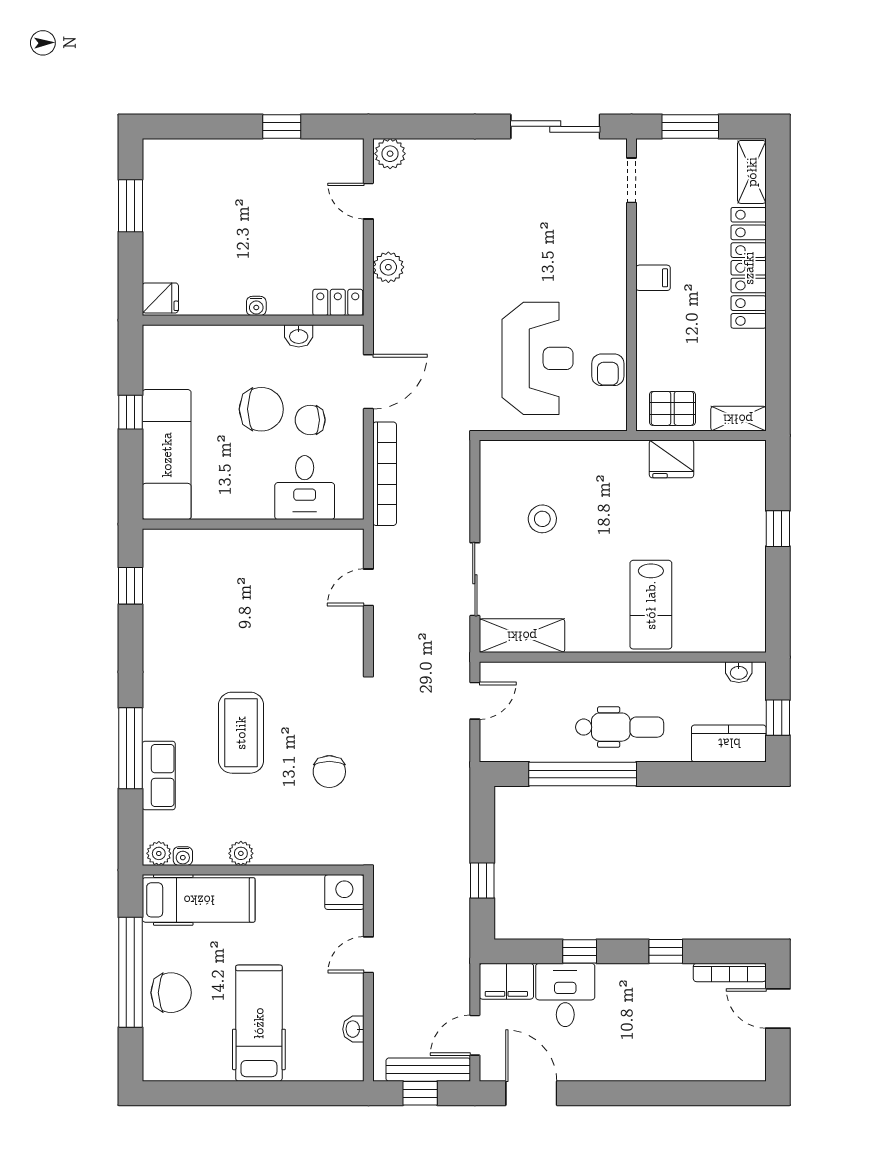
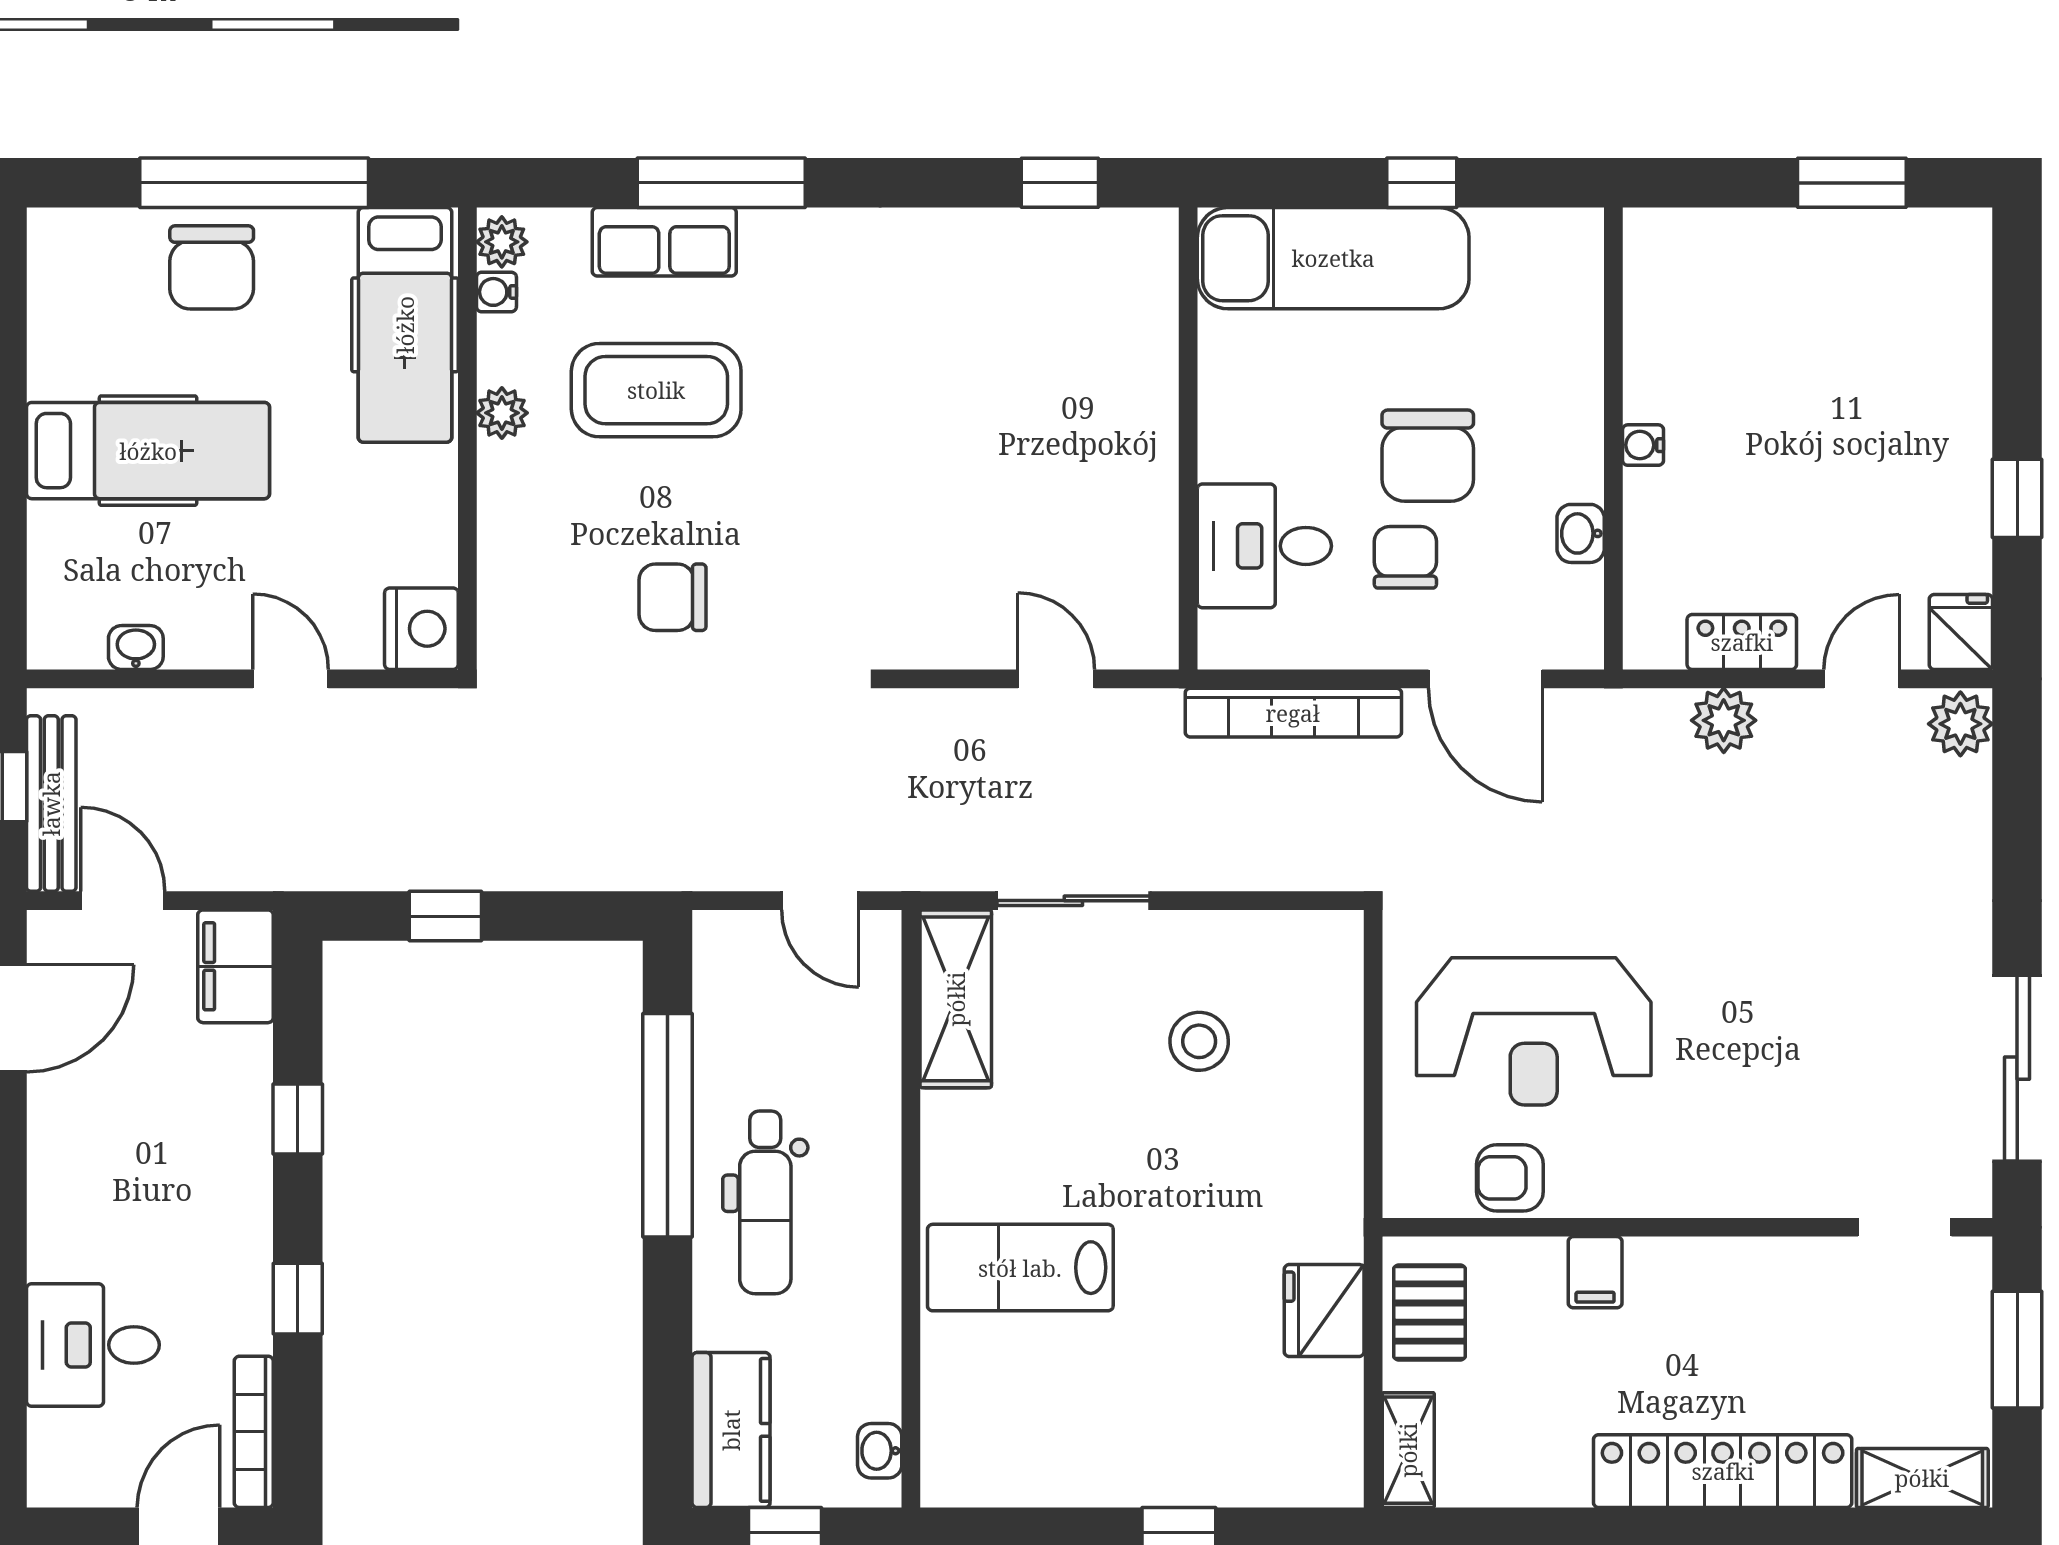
filing cabinet: (653, 278) -> (1595, 1272), moved
fridge: (160, 298) -> (1961, 632), moved, turned 180
locker: (338, 302) -> (1742, 642), moved, turned -90
coffee table: (241, 733) -> (656, 390), moved
desk: (565, 995) -> (93, 1345), moved, turned 180

